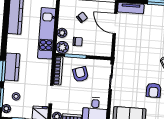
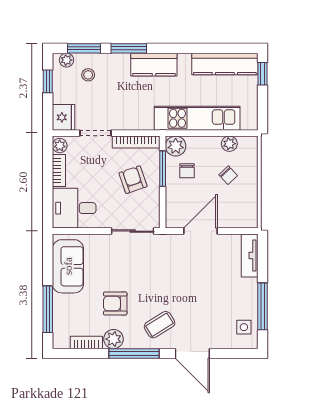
door: (115, 23) -> (200, 231), moved
plant: (62, 33) -> (229, 144), moved
kitchen counter: (12, 67) -> (154, 65), moved
armchair: (81, 74) -> (133, 180), turned -91

